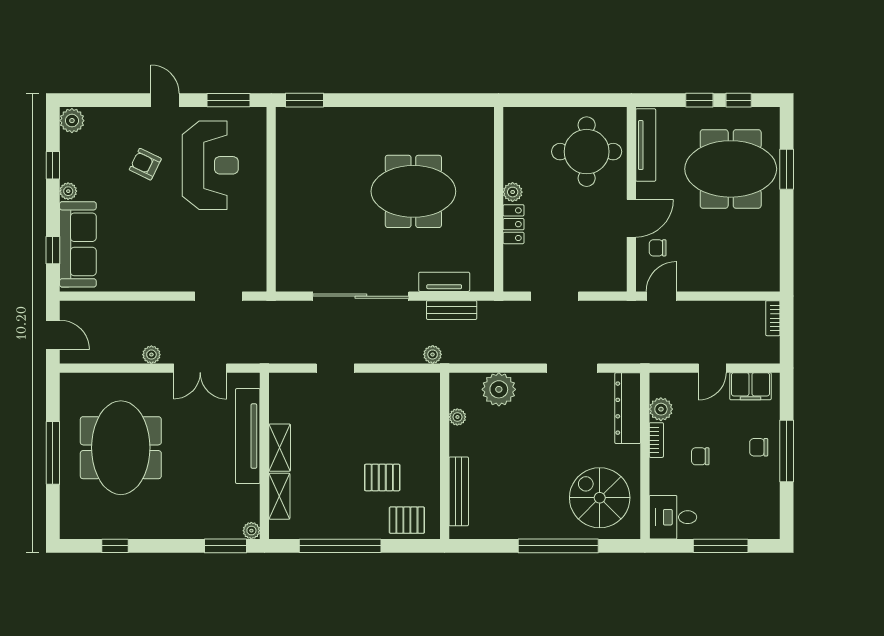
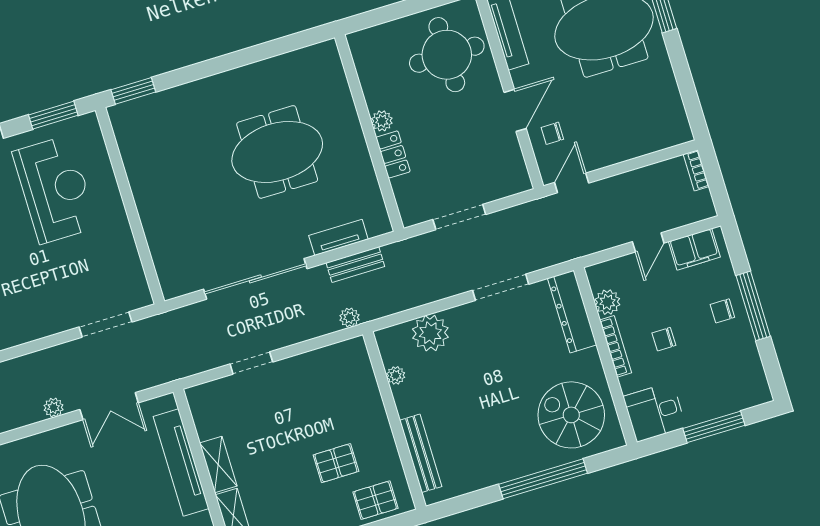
bookcase: (656, 440) -> (616, 346), width x1.56

